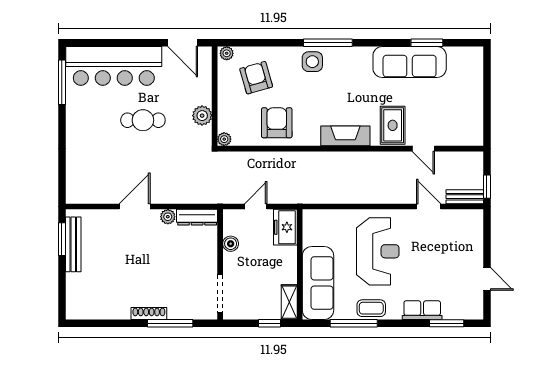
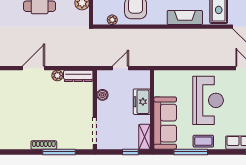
plant: (224, 139) -> (112, 20), moved
freezer: (285, 227) -> (142, 102), moved

